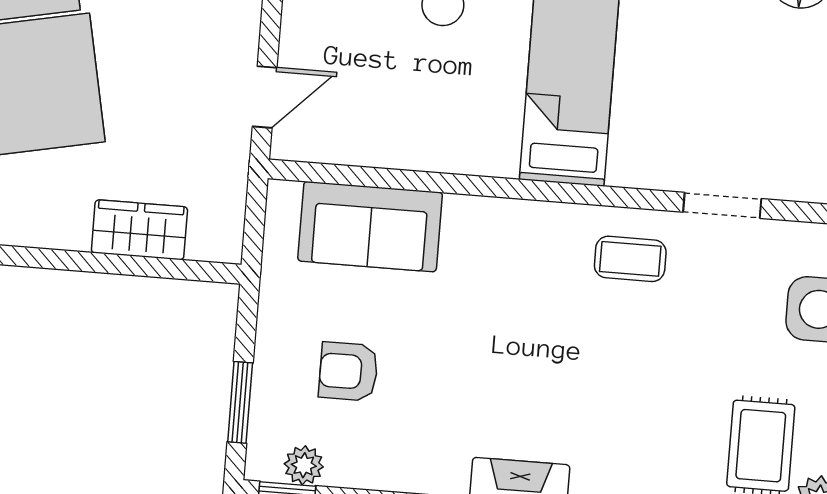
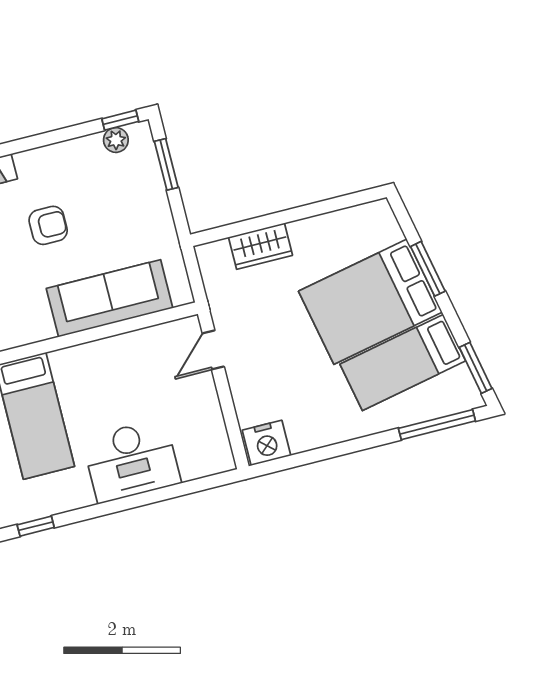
sofa: (370, 227) -> (110, 298), width x1.36
armchair: (348, 372) -> (48, 225), moved

